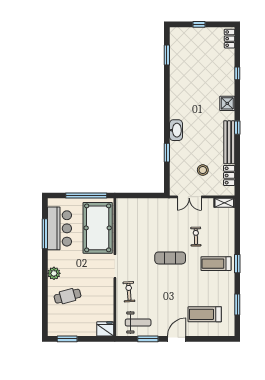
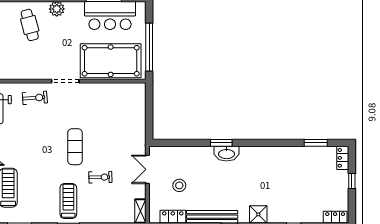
locker: (180, 32) -> (343, 158), added
window: (167, 153) -> (221, 143), moved

